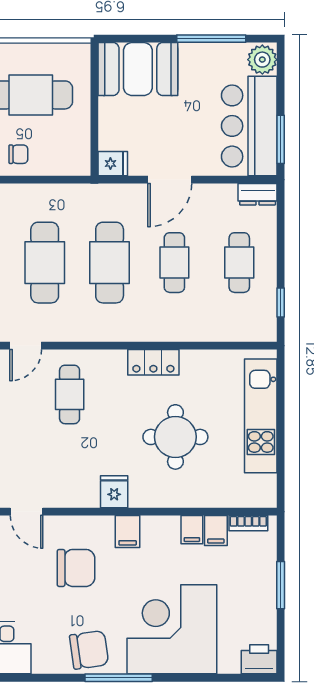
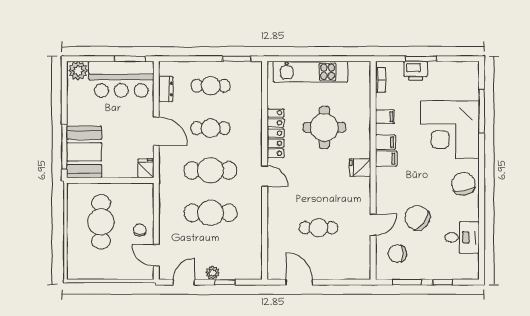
window: (211, 39) -> (64, 147), moved
dresser: (258, 194) -> (166, 89), moved
window: (281, 303) -> (237, 59), width x1.50
door: (26, 346) -> (265, 176), moved
locker: (153, 362) -> (276, 133), width x1.53
cafe table: (70, 394) -> (318, 228), moved
filing cabinet: (216, 531) -> (385, 142), moved
chair: (76, 568) -> (417, 218), moved, turned -54
printer: (259, 659) -> (416, 71), moved, turned -90
window: (119, 678) -> (482, 111), moved

